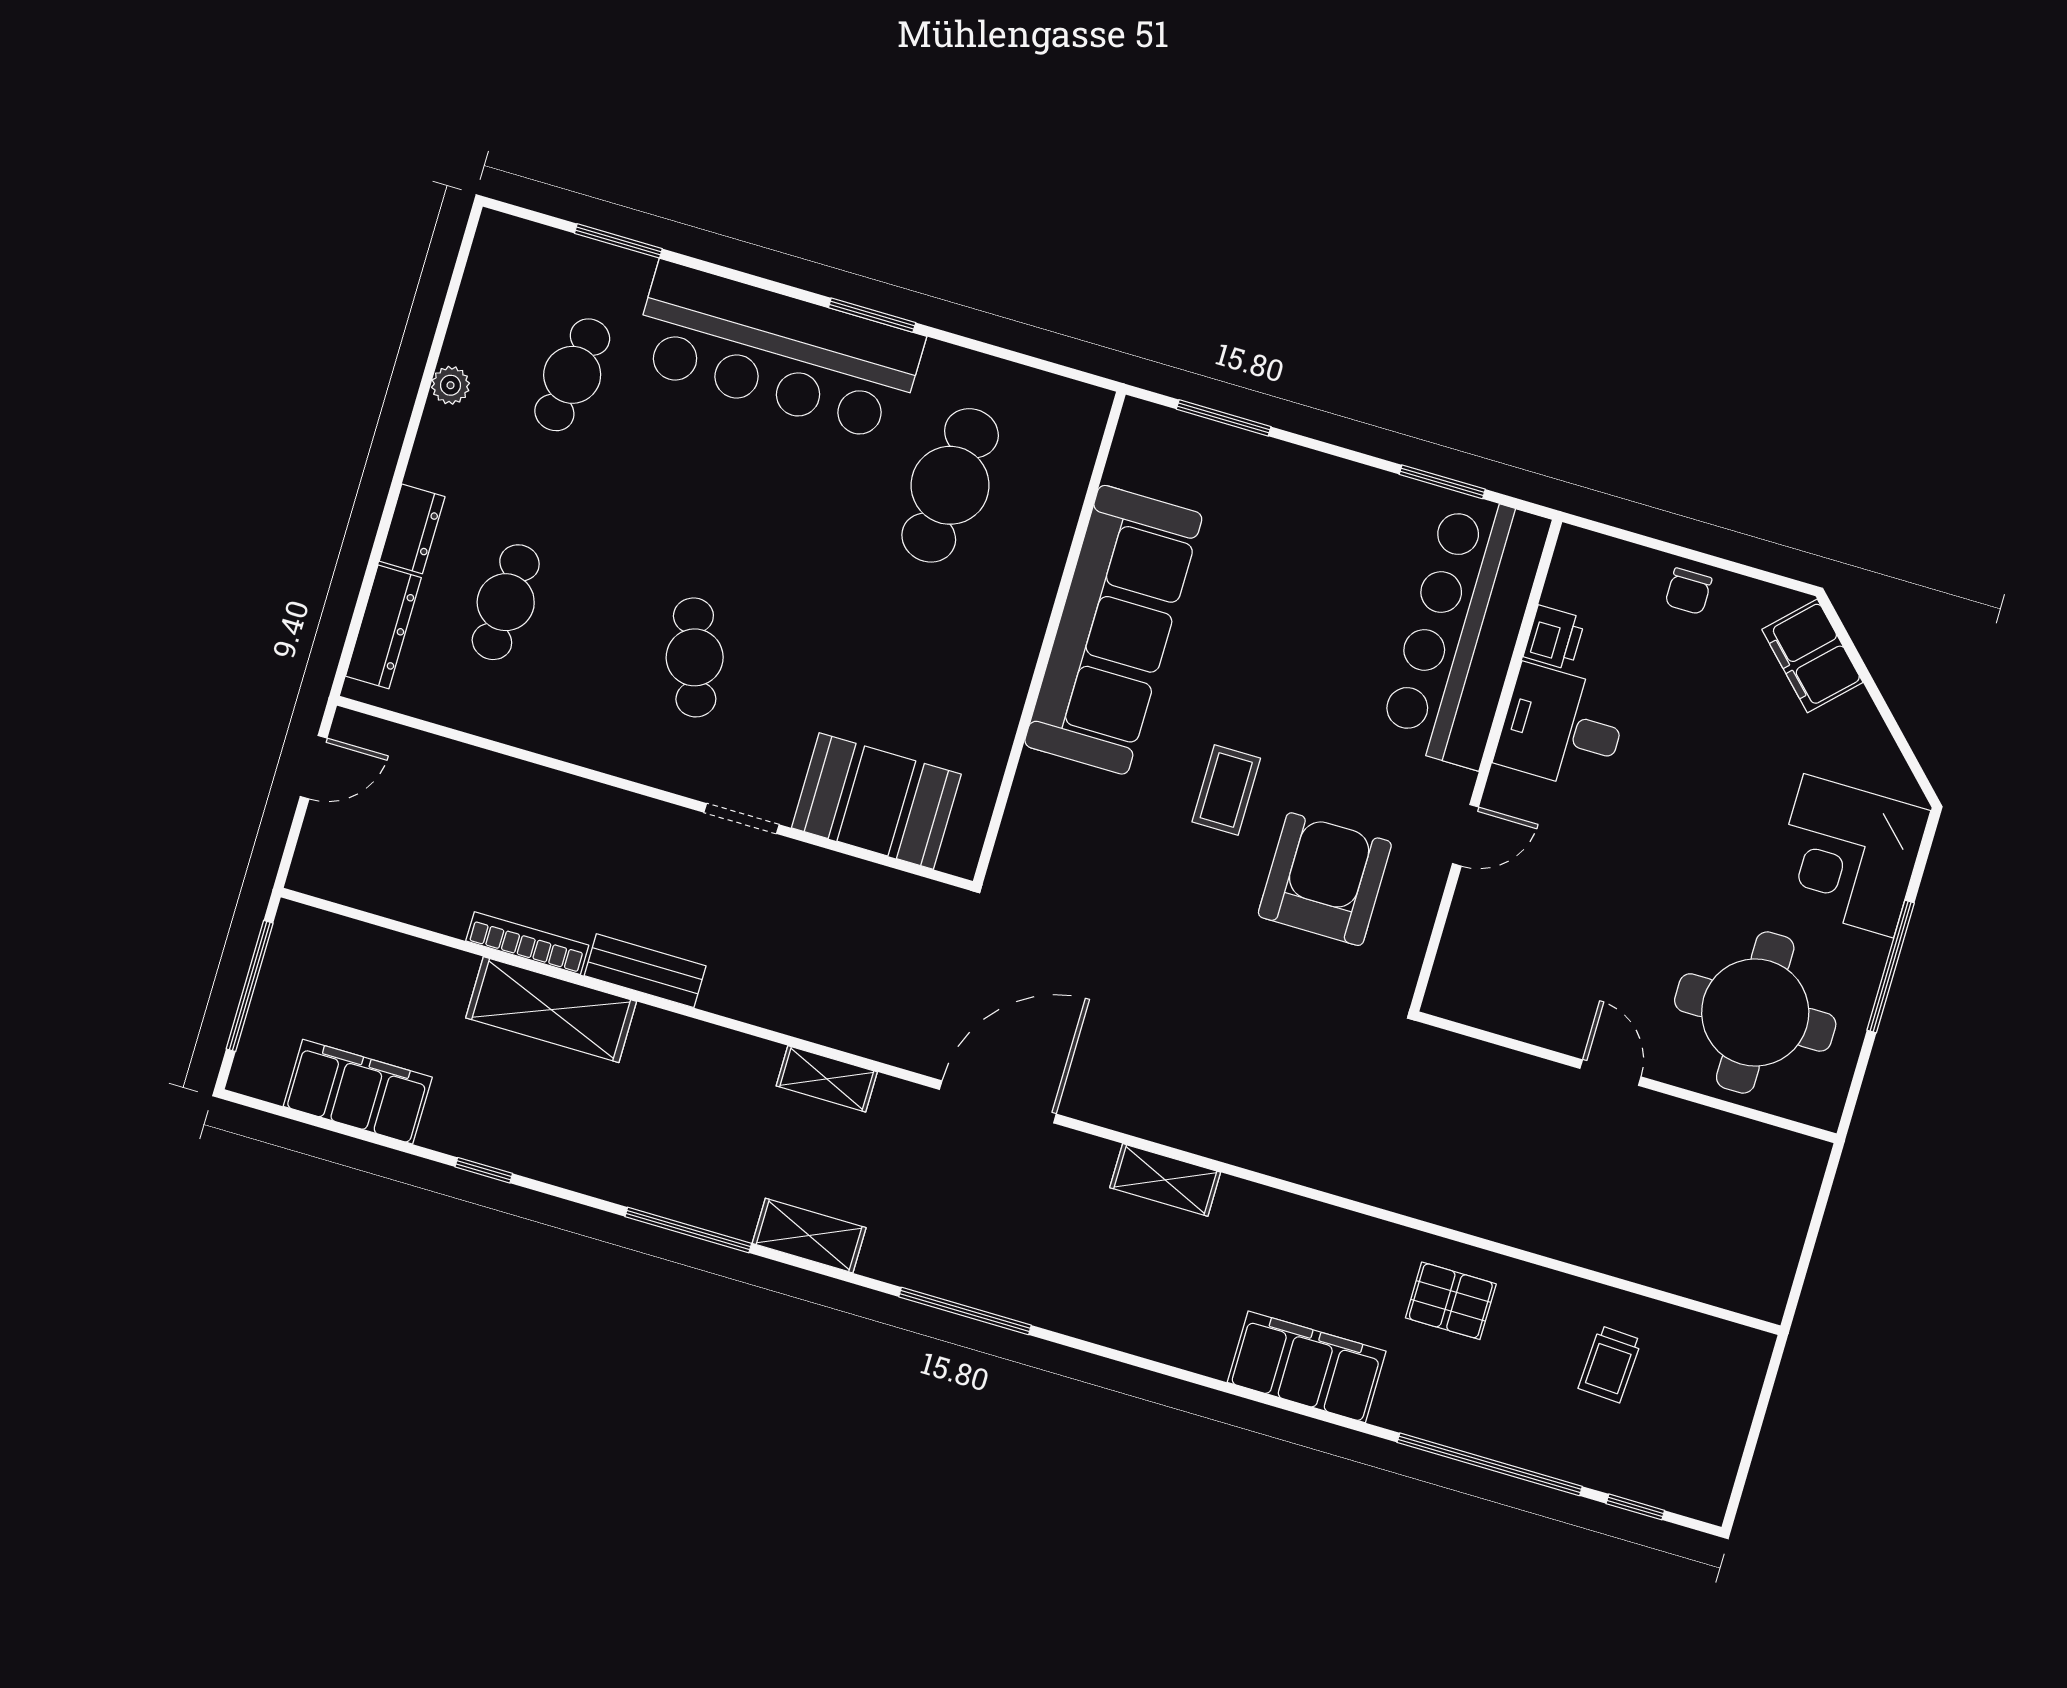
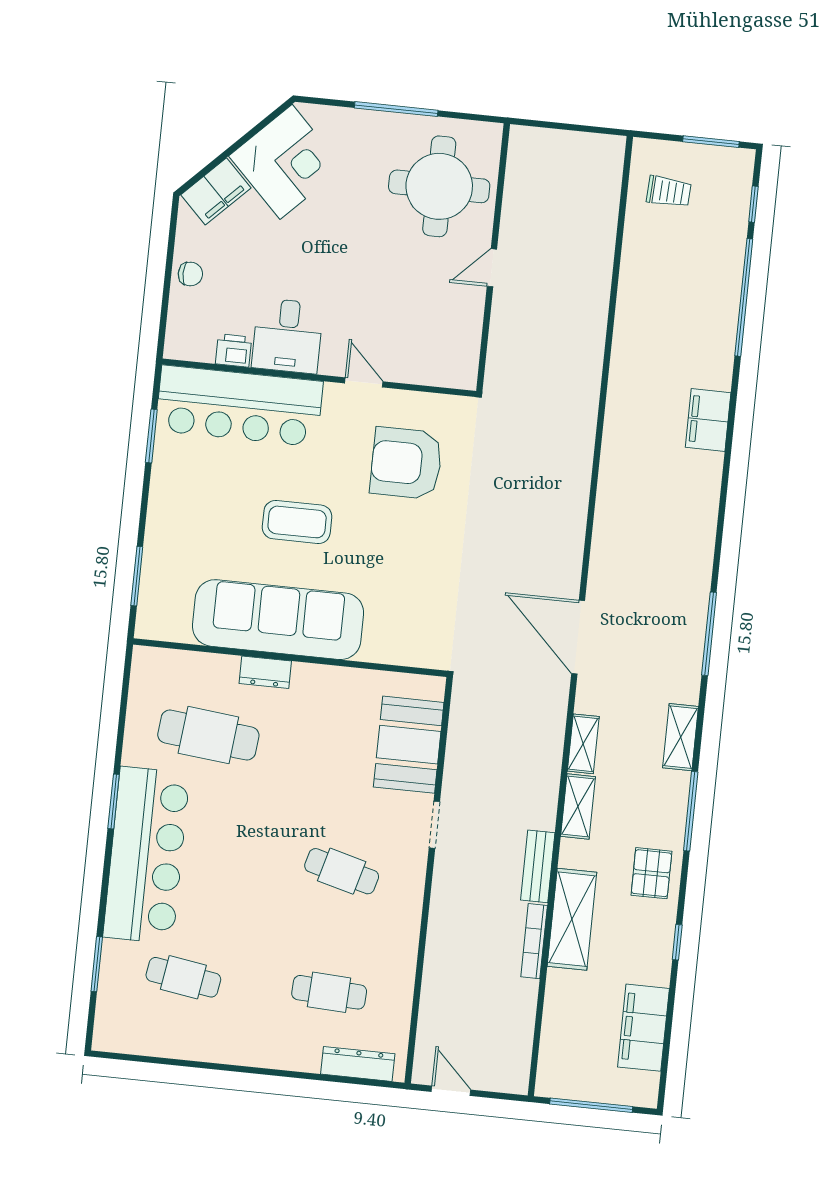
plant: (450, 385) -> (203, 1050), removed
dresser: (412, 529) -> (265, 672), moved, turned 180
cafe table: (695, 657) -> (342, 871), turned 33
coffee table: (1226, 790) -> (297, 522), moved, width x1.36, depth x1.30
corner desk: (1849, 856) -> (286, 162), moved, turned -45
shelving: (1165, 1180) -> (578, 807), moved
pallet: (1451, 1301) -> (651, 873), moved
trolley: (1610, 1364) -> (669, 192), moved
filing cabinet: (1307, 1367) -> (708, 420), width x0.67, depth x0.86
window: (1747, 1458) -> (711, 142), added

